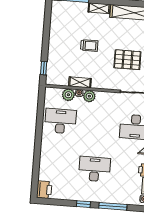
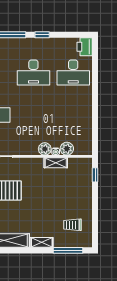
trolley: (89, 45) -> (72, 225), moved
desk: (60, 121) -> (73, 73), moved

